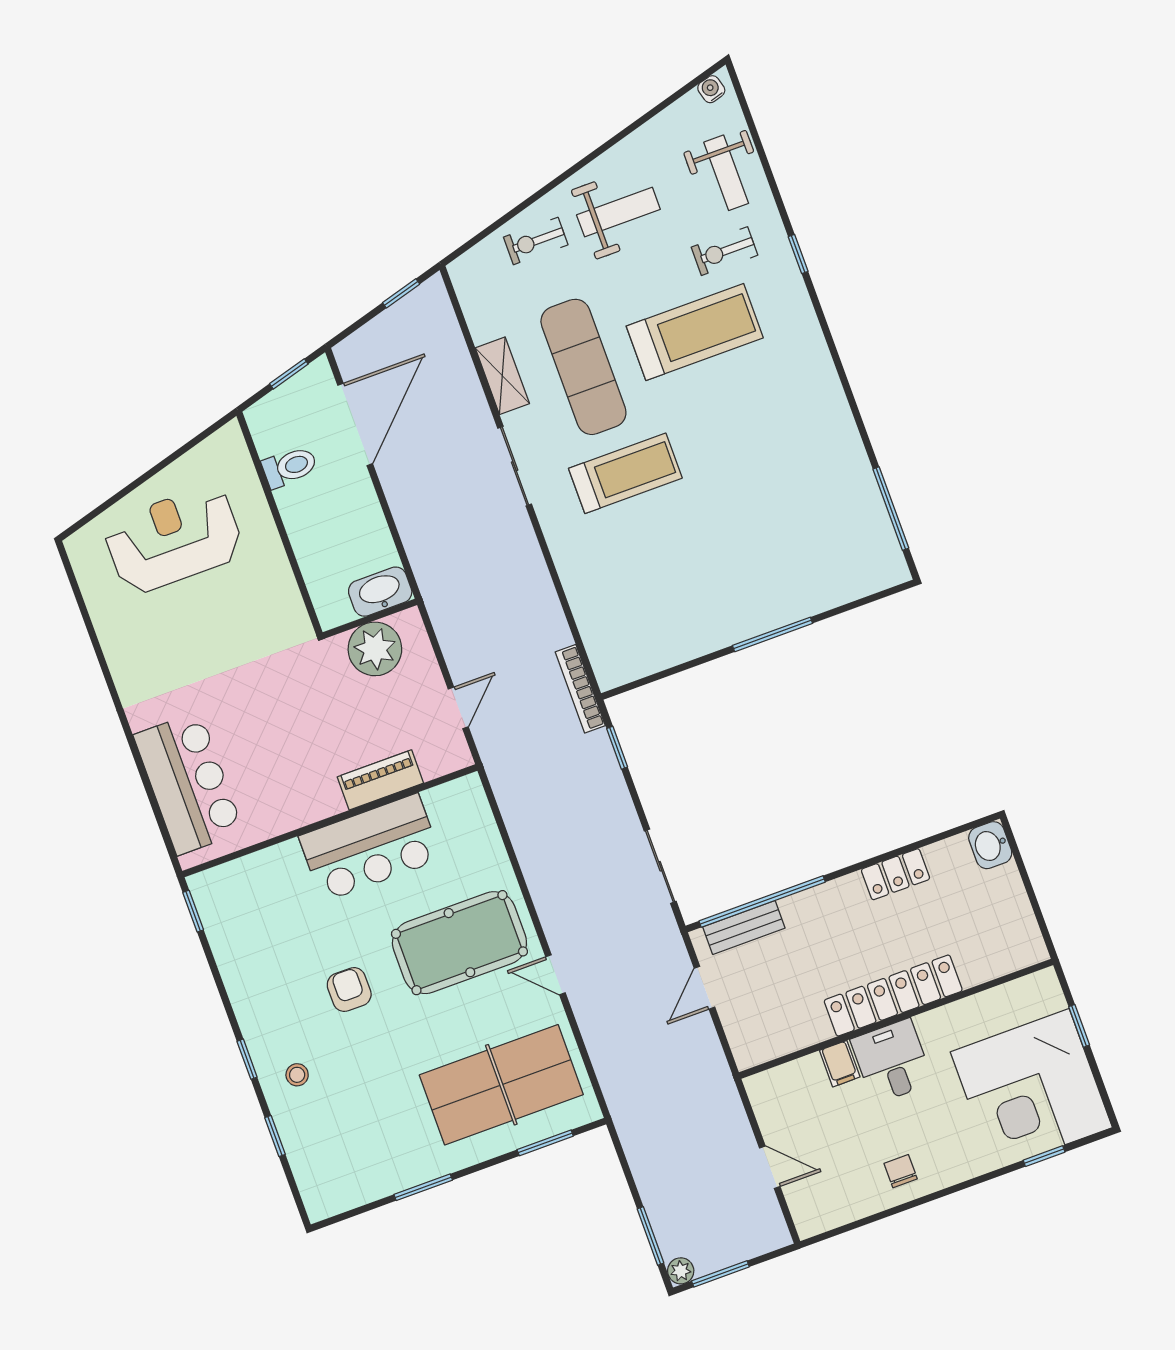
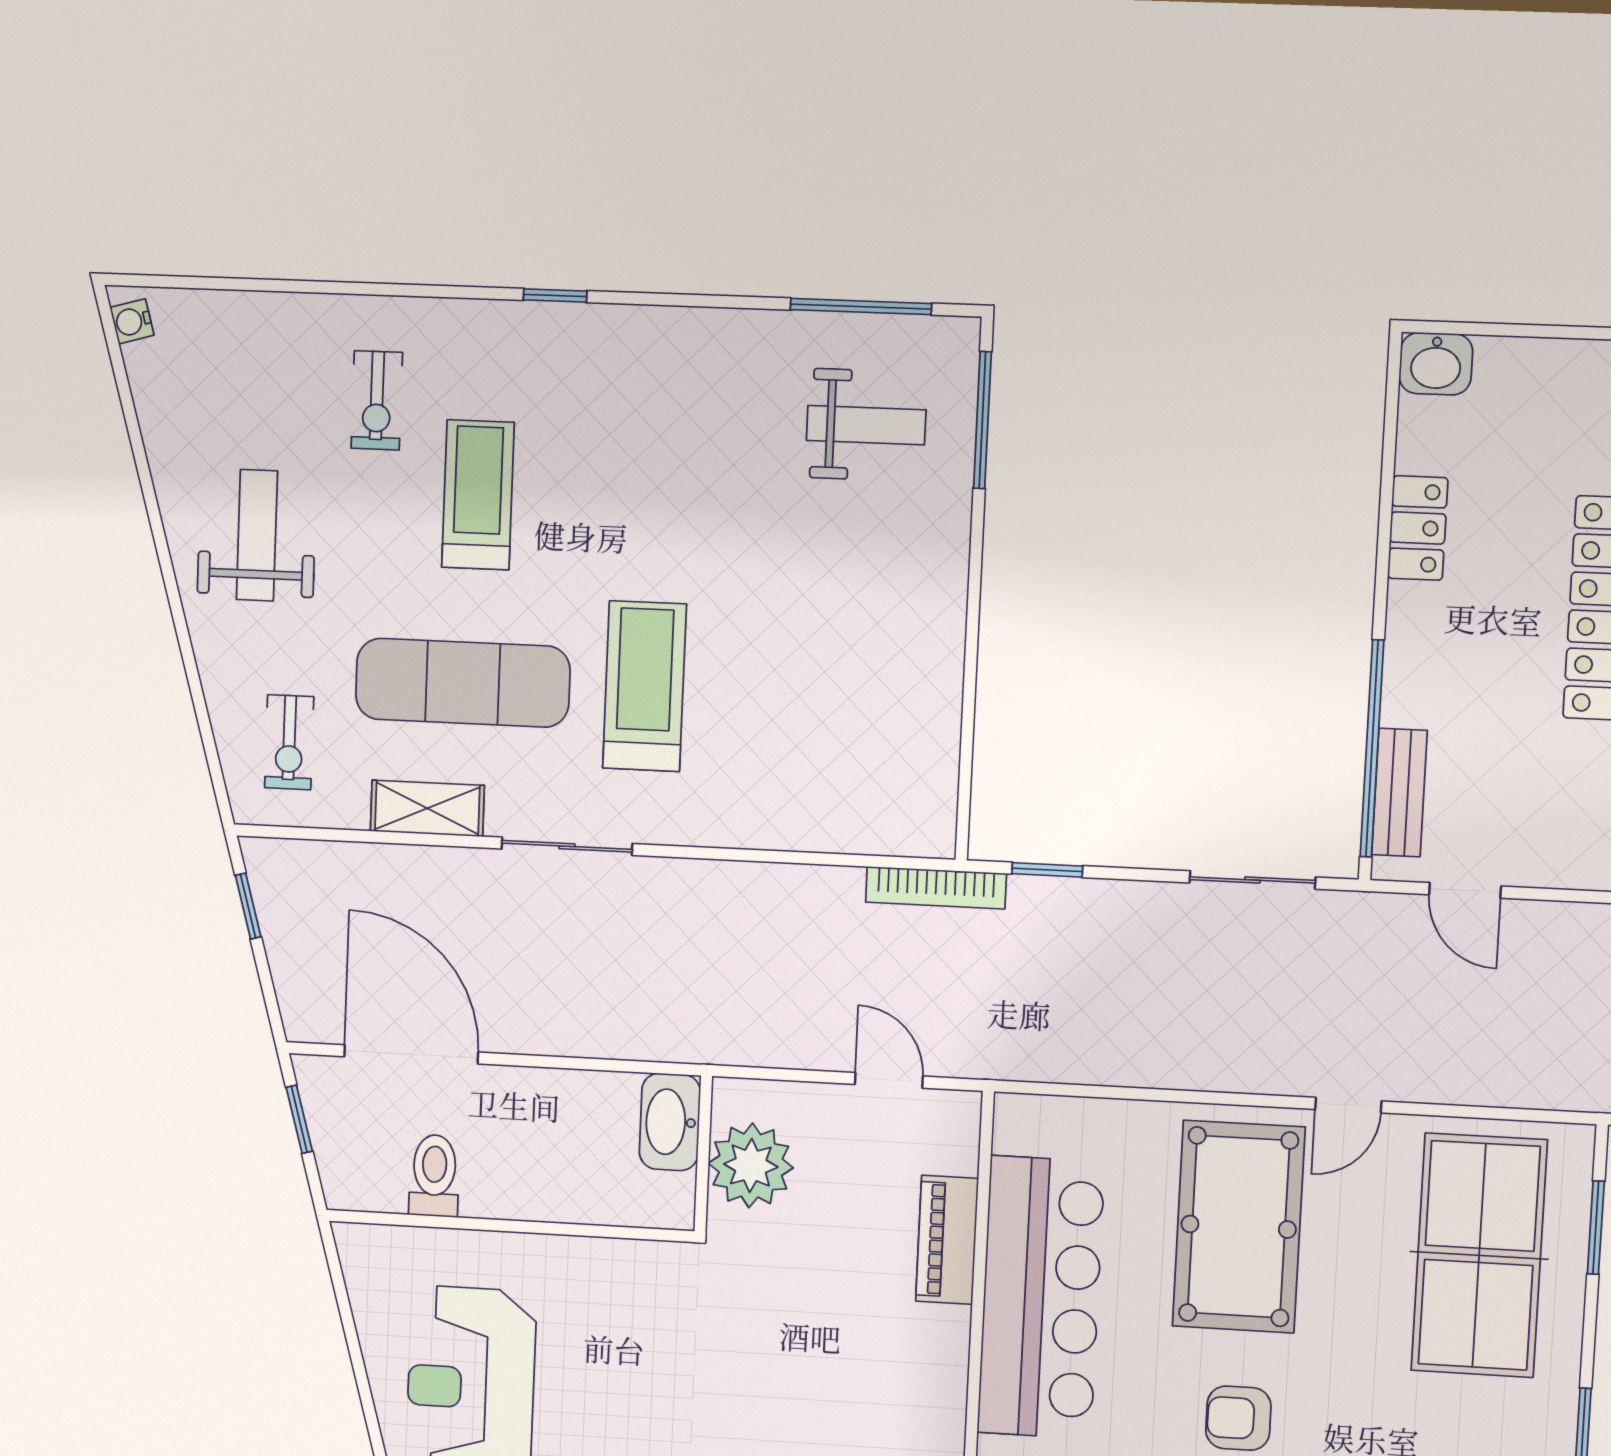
weight bench: (726, 173) -> (866, 425), moved
exercise bike: (536, 241) -> (289, 742), moved
window: (798, 254) -> (555, 296), moved
treadmill: (695, 332) -> (478, 495), width x0.73, depth x0.73
window: (773, 634) -> (982, 420), moved
bar counter: (370, 848) -> (1041, 1297), width x1.36

